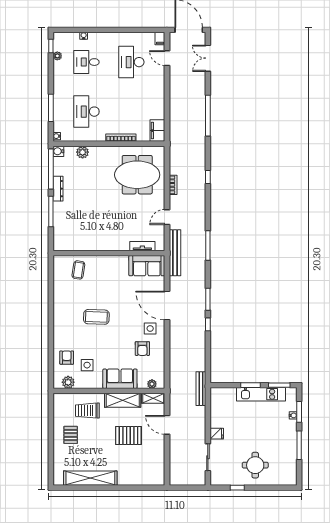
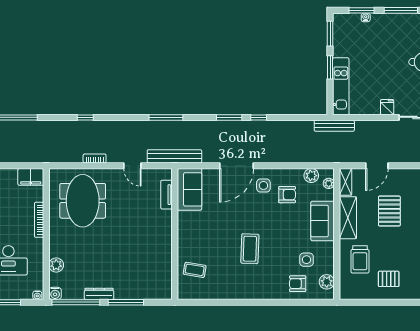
plant: (159, 369) -> (311, 176), added
kitchen unit: (261, 394) -> (341, 86), moved

